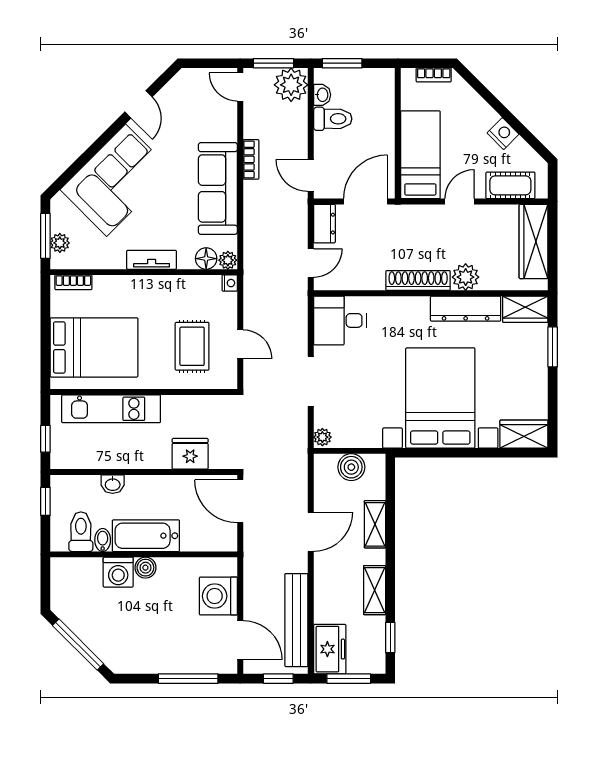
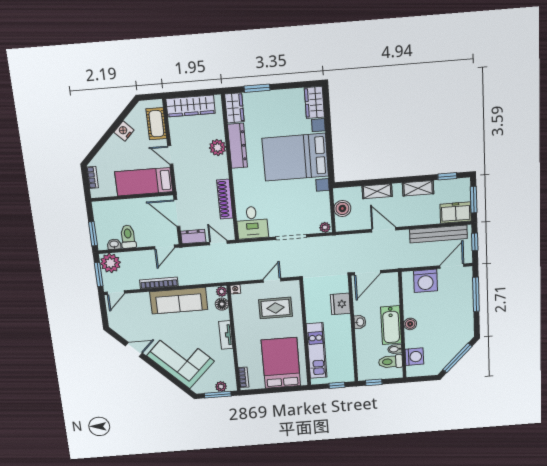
bookcase: (251, 159) -> (159, 283), width x1.56
shoe rack: (418, 280) -> (225, 199), moved
washbasin: (113, 484) -> (360, 322), moved
washing machine: (118, 572) -> (414, 357), moved

